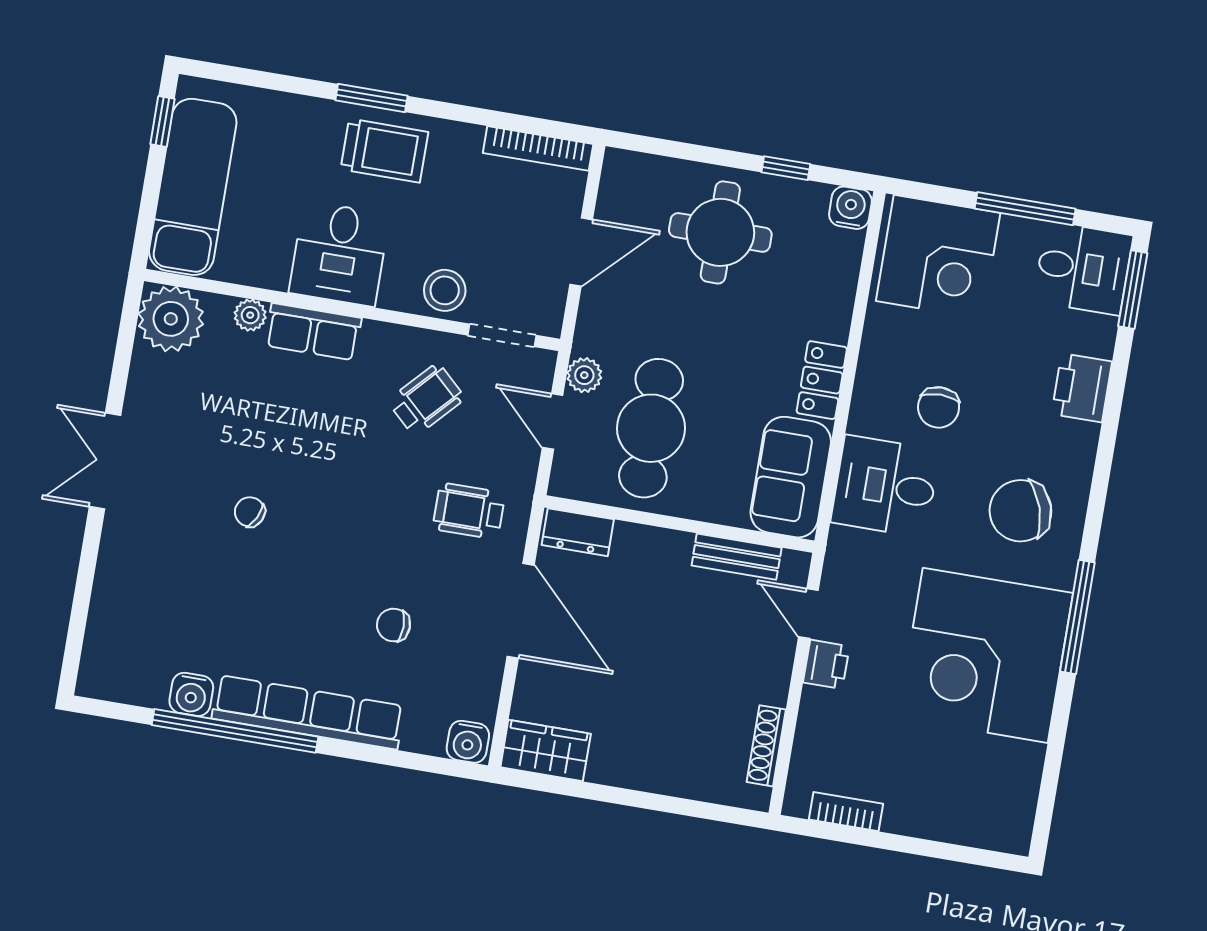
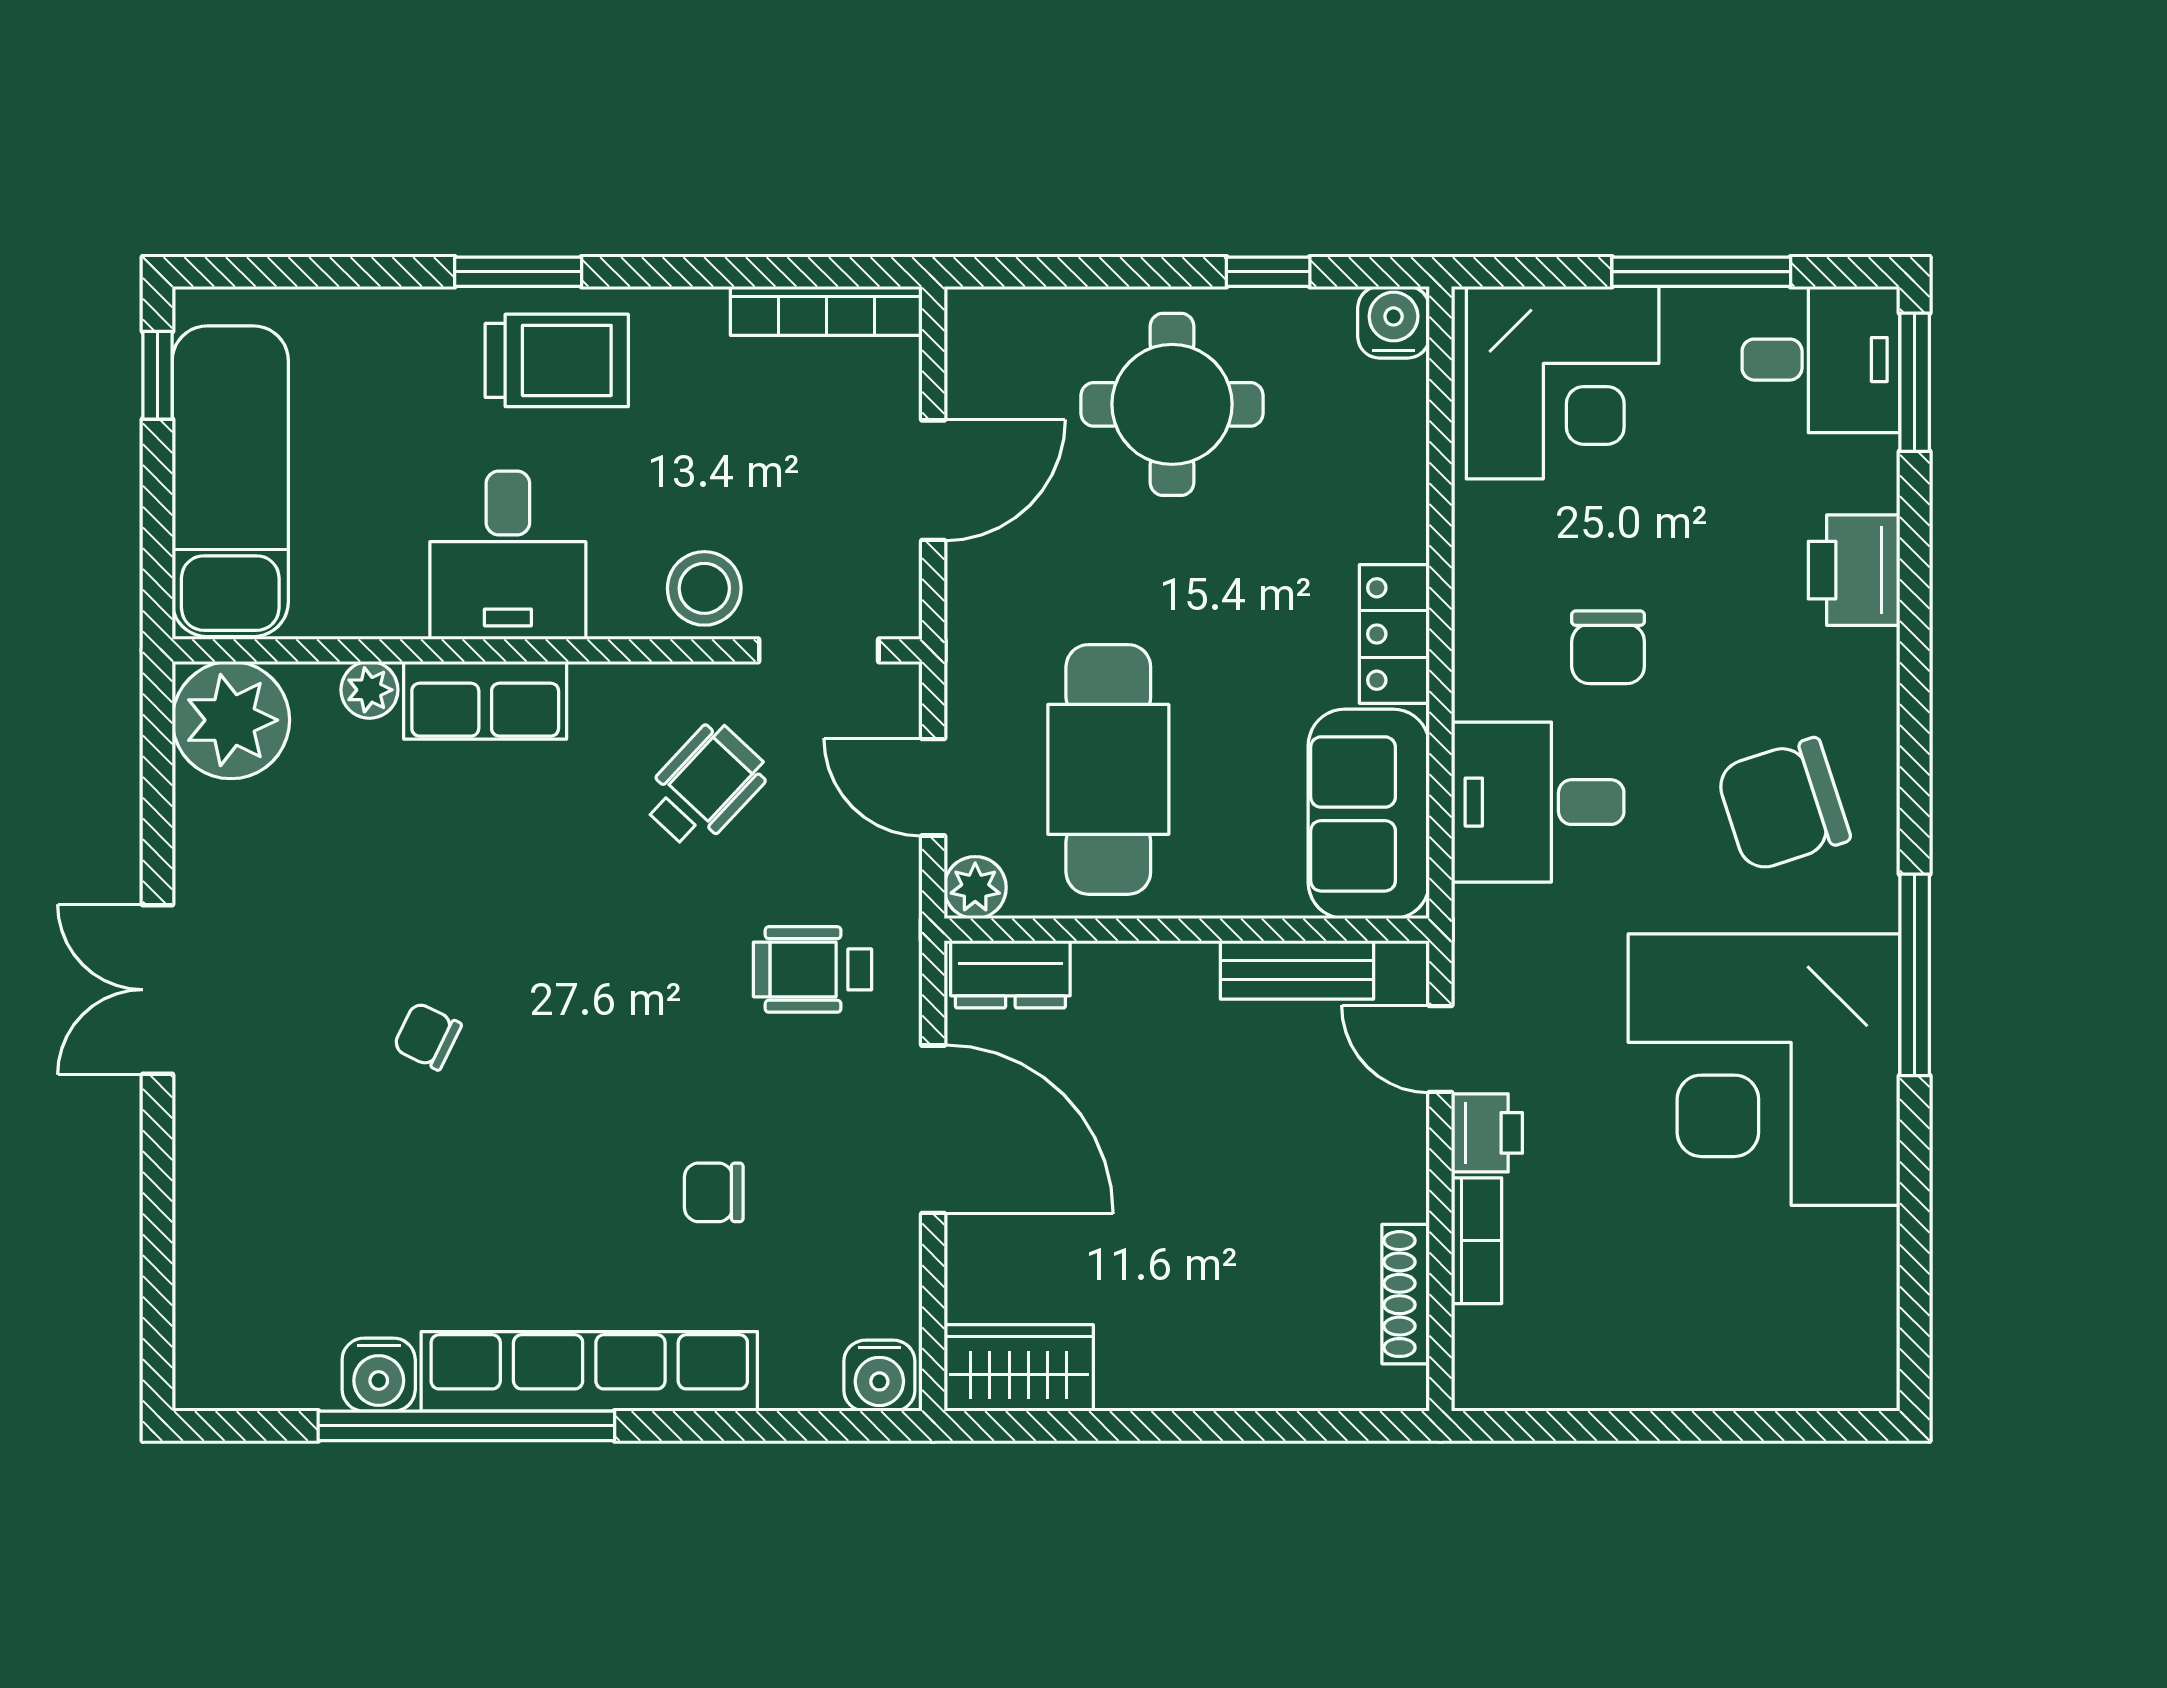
plant: (584, 375) -> (975, 888), moved
bookcase: (846, 812) -> (1477, 1241), moved, turned 90

